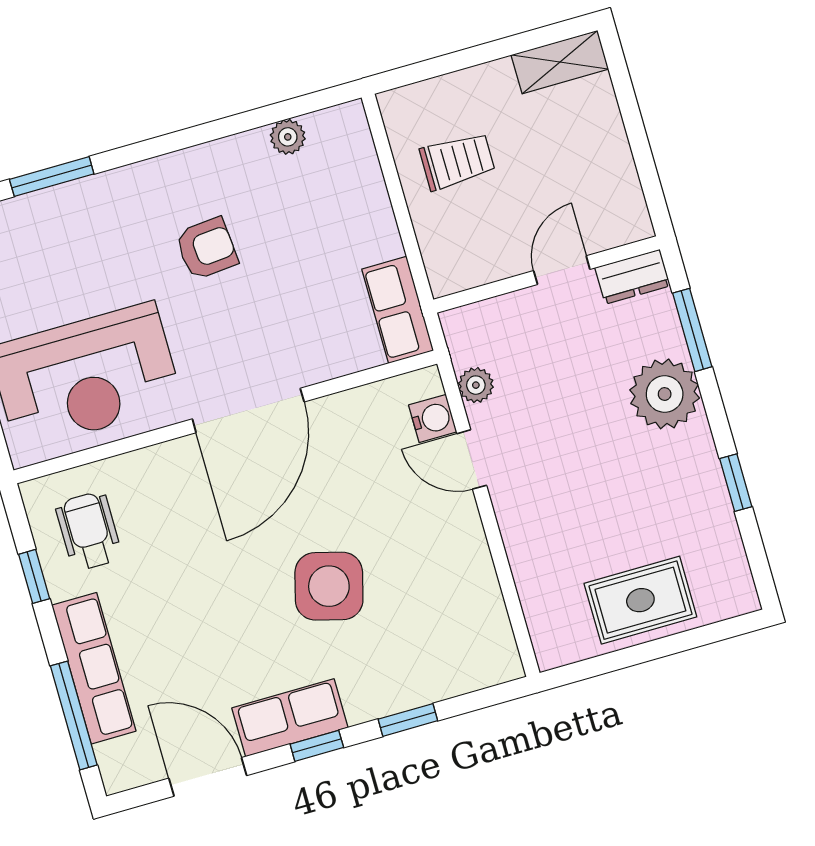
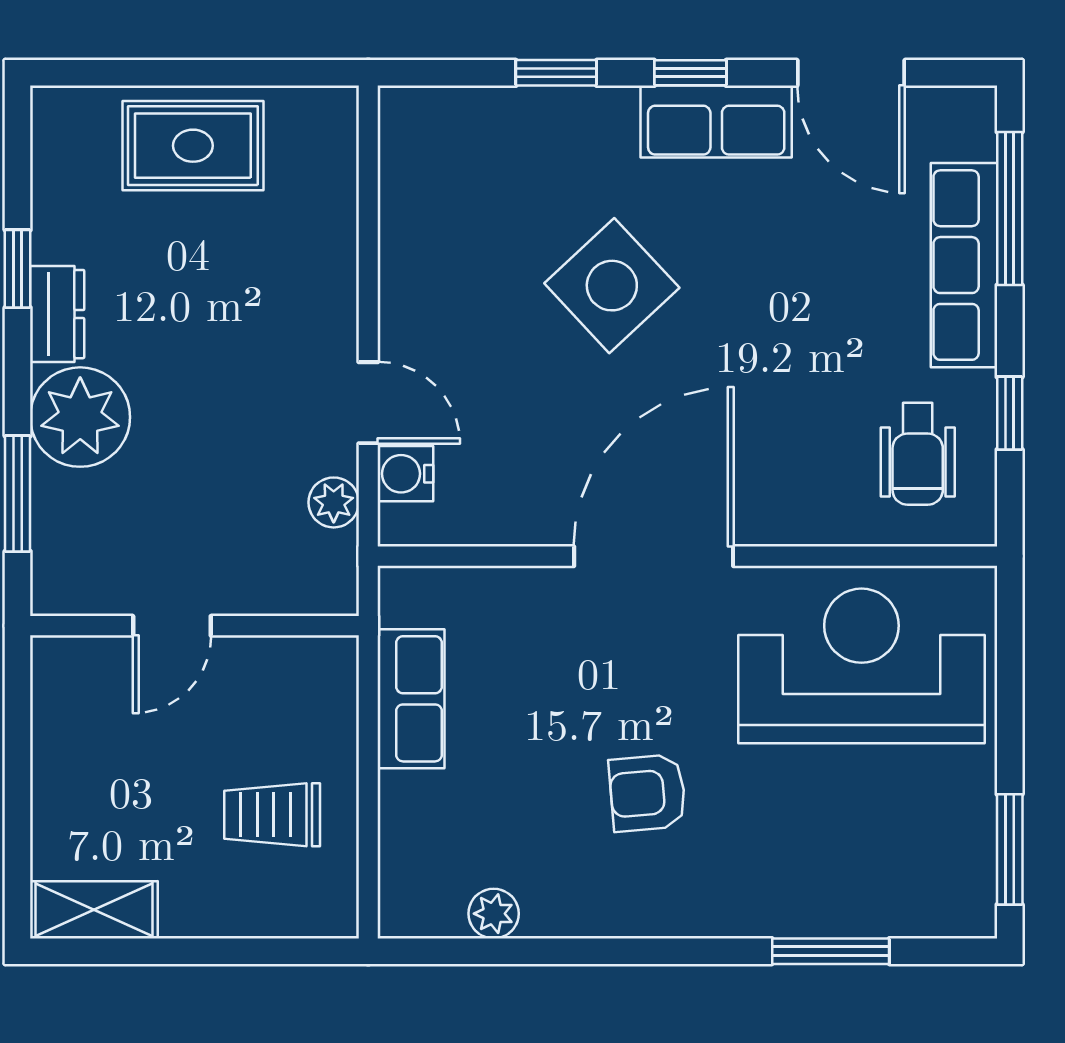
dresser: (633, 277) -> (57, 314), moved, turned 90
row of seats: (398, 310) -> (411, 699), moved
side table: (329, 586) -> (612, 286), turned 32

